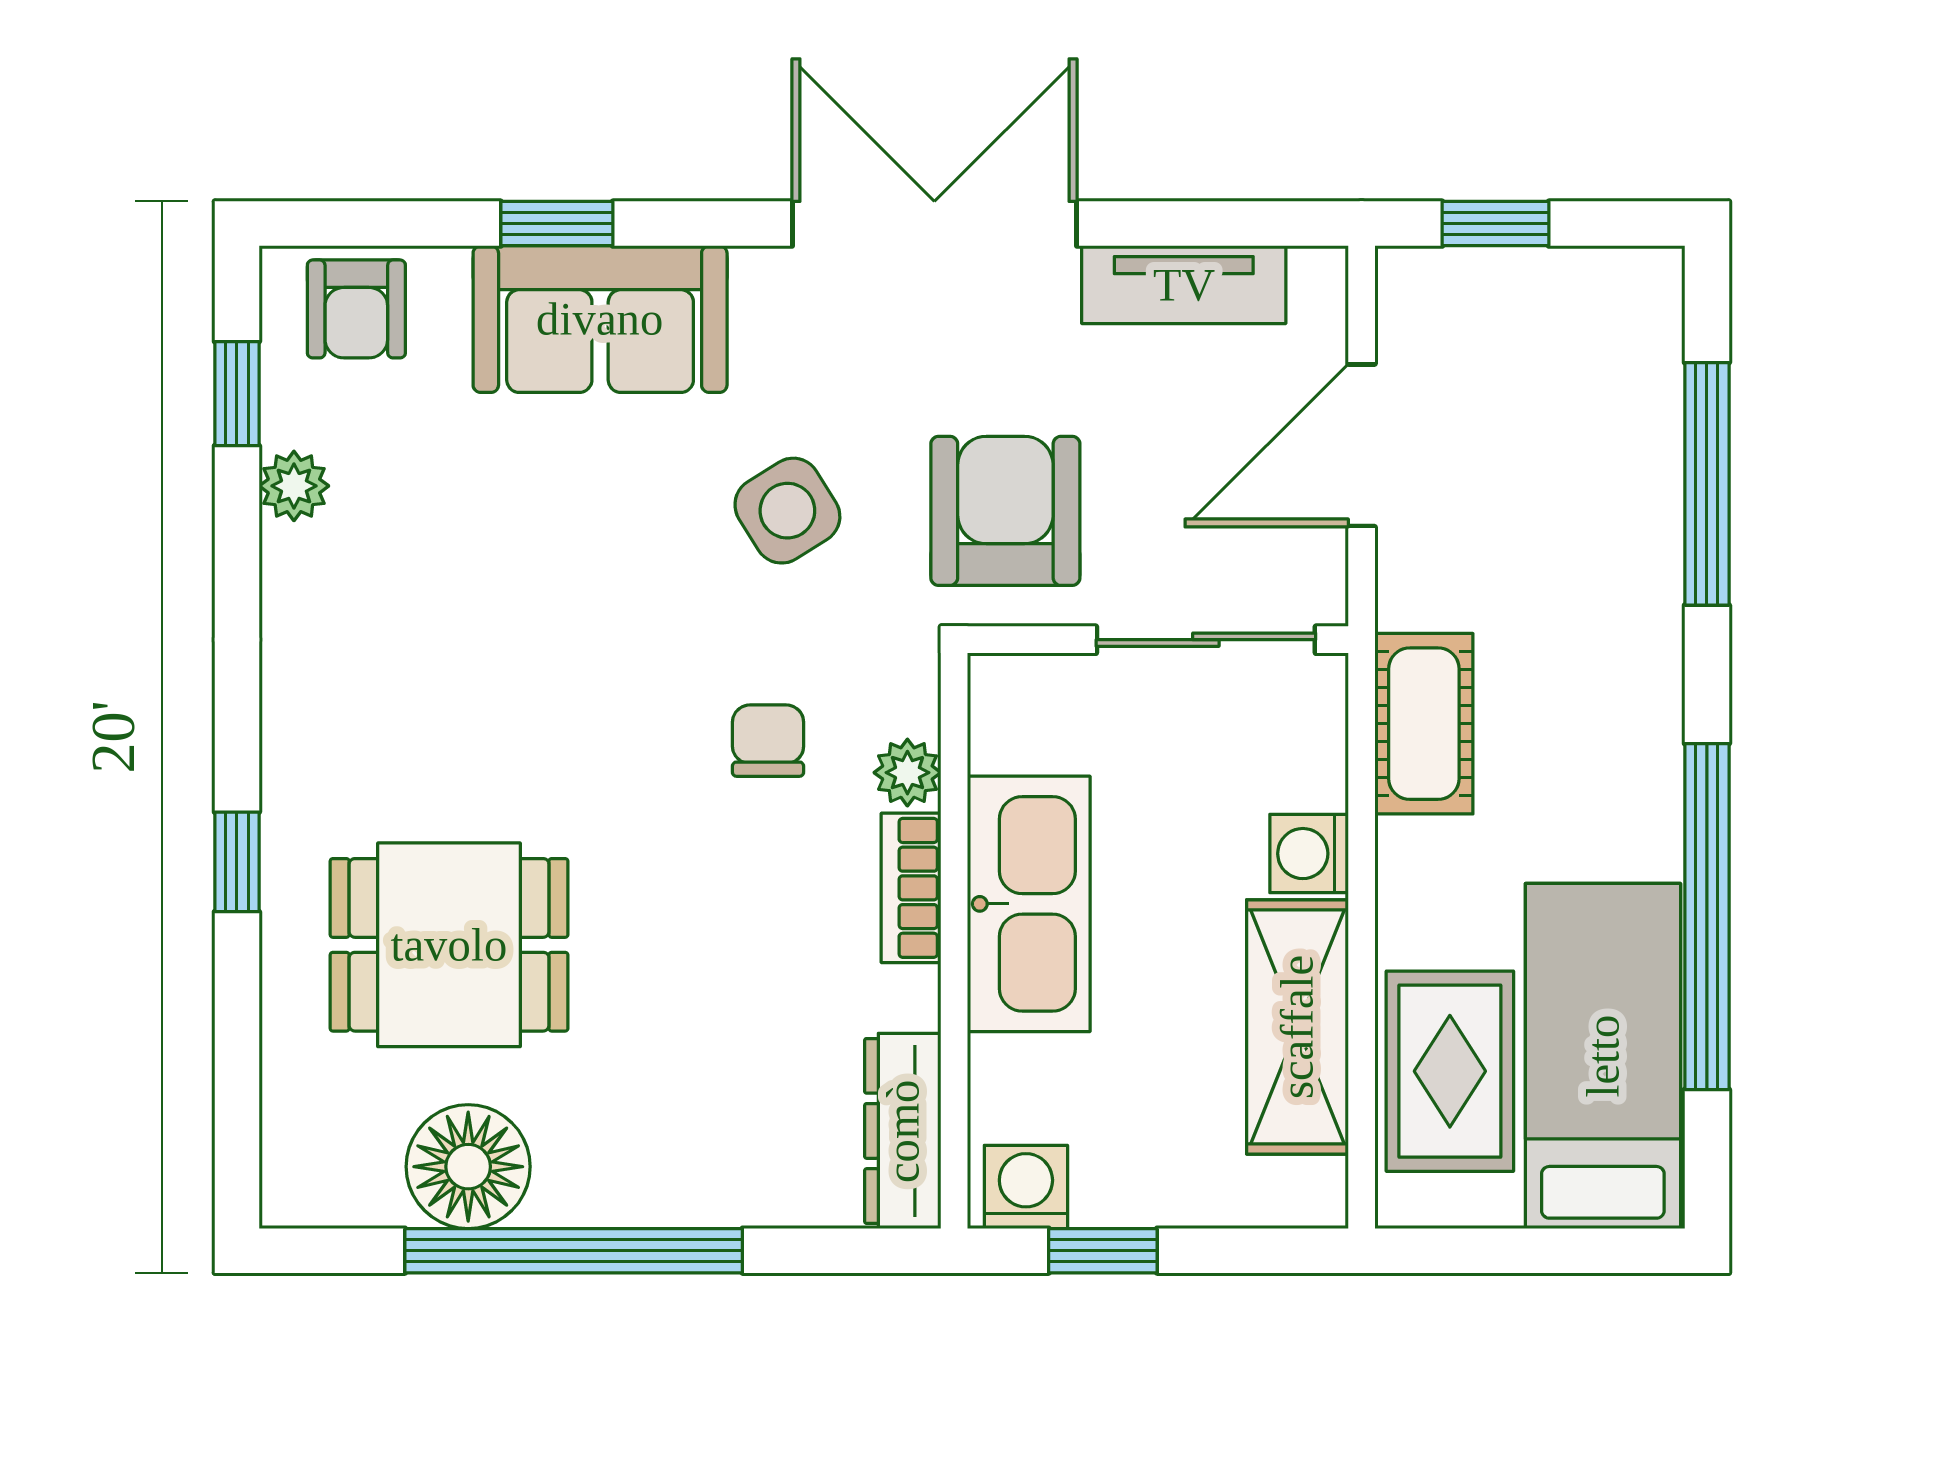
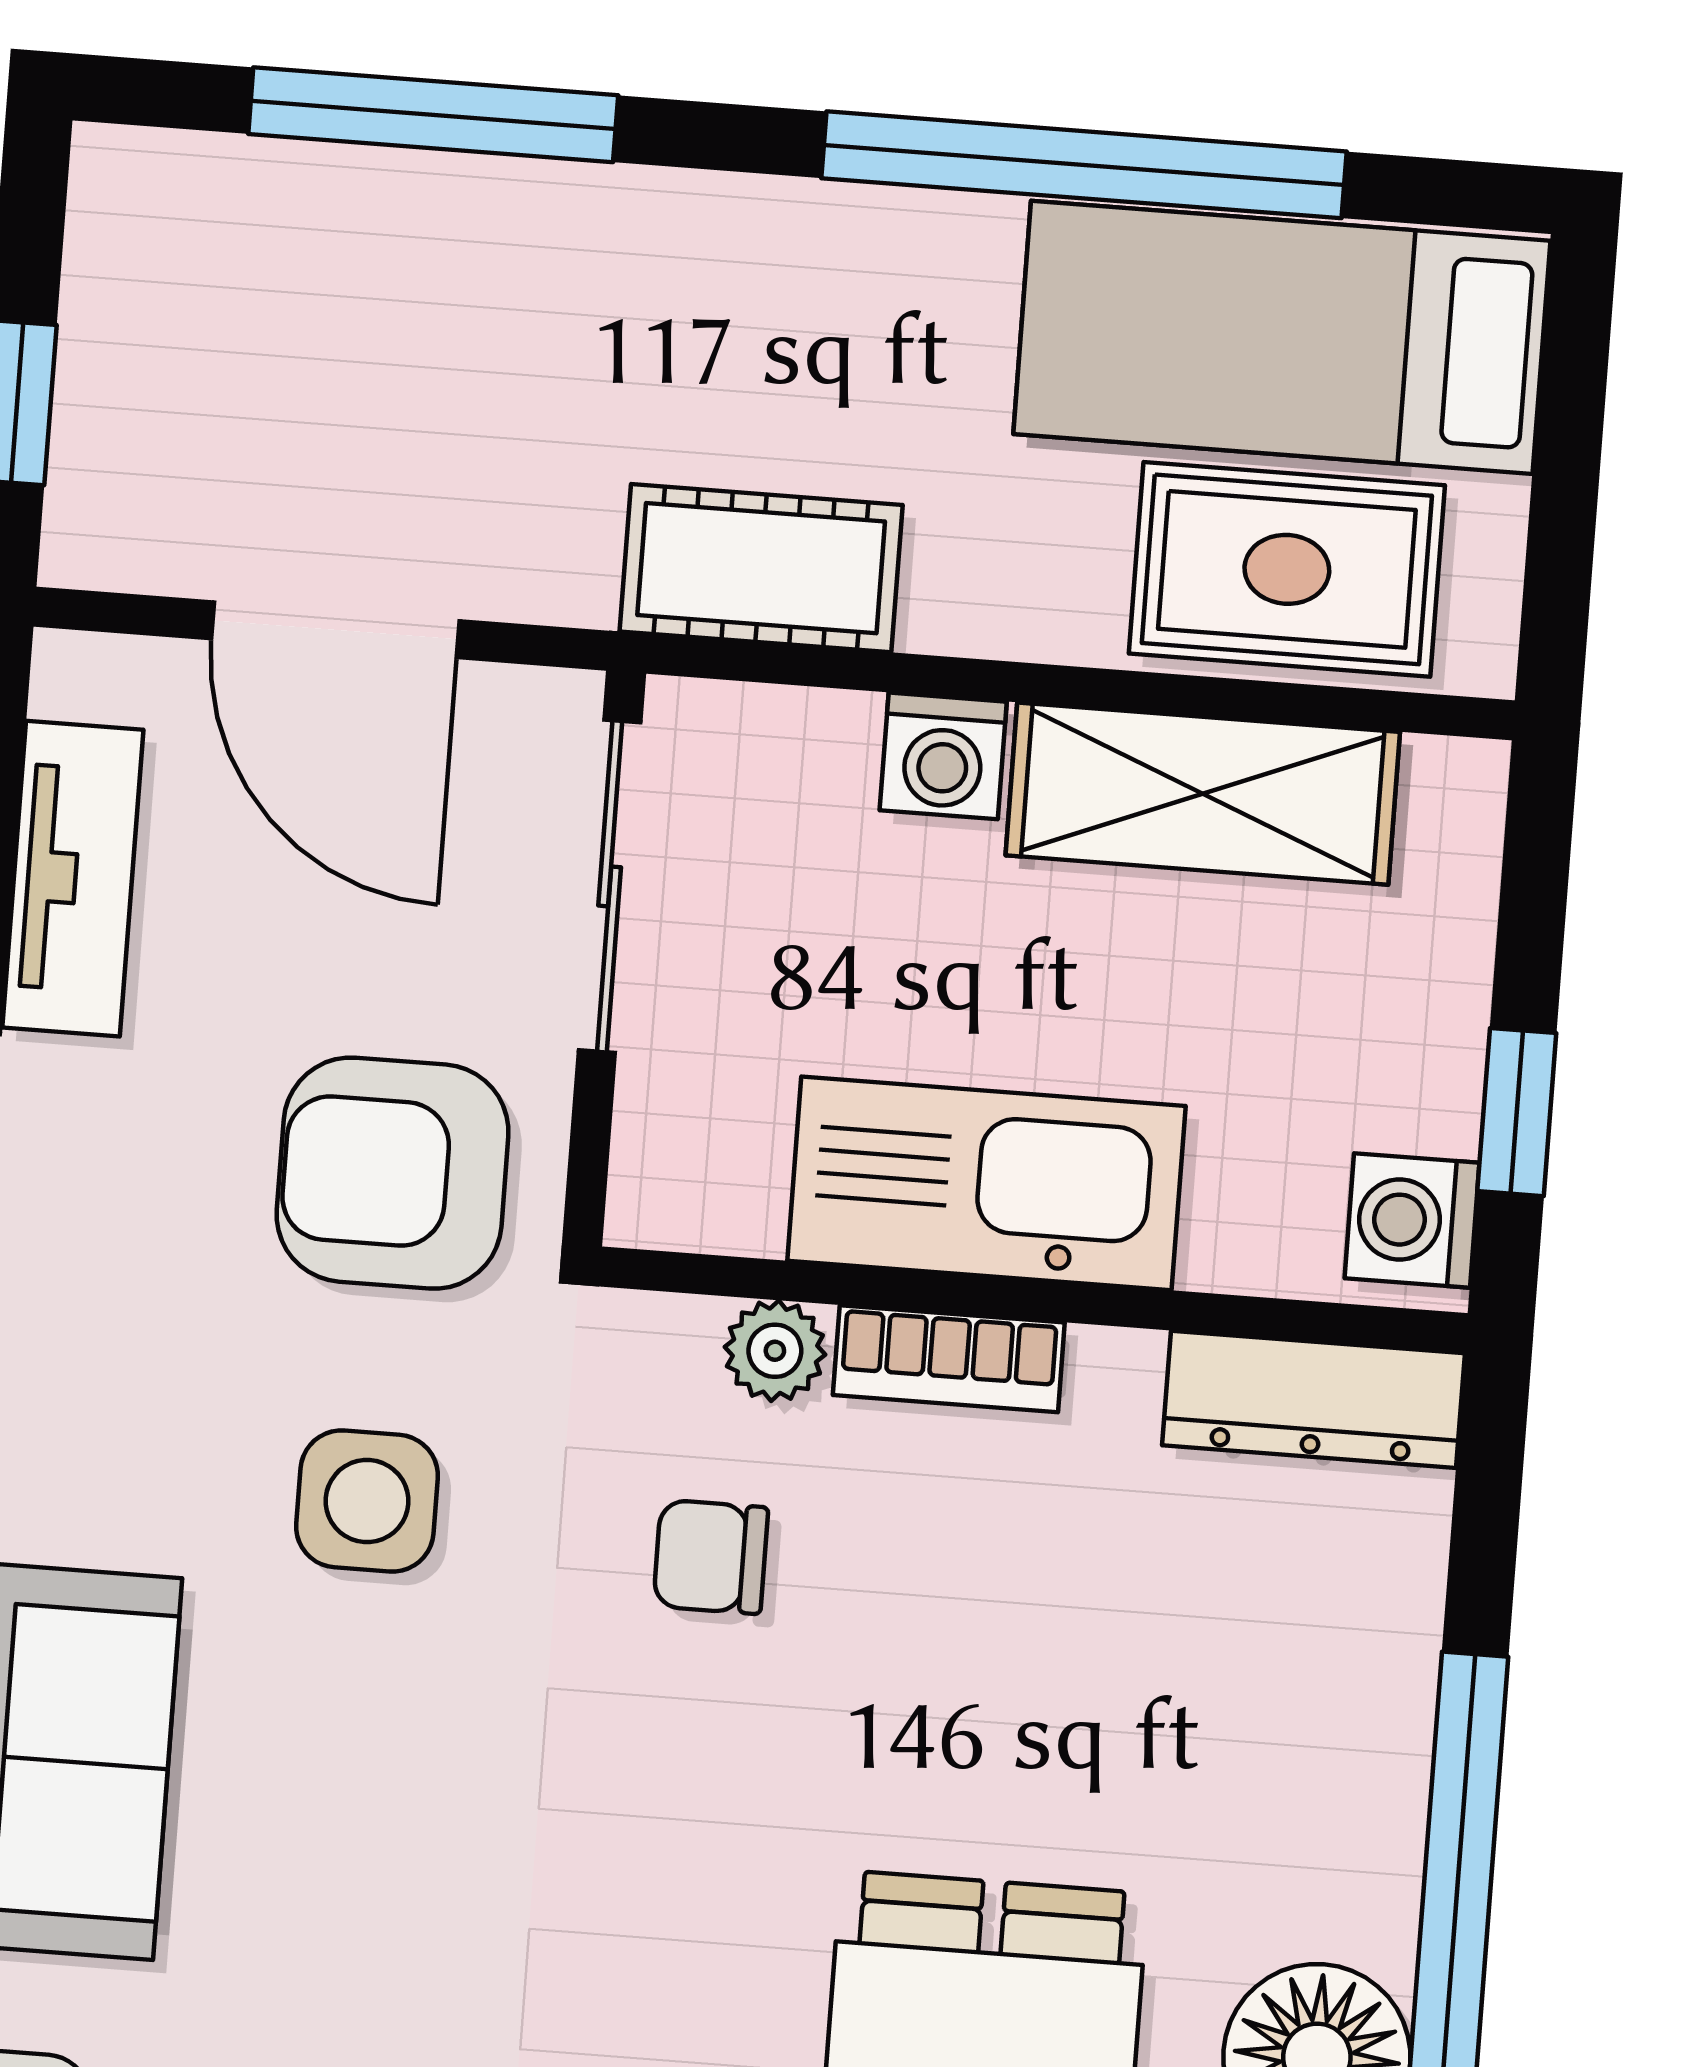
side table: (787, 511) -> (367, 1501), turned 32

